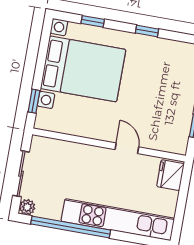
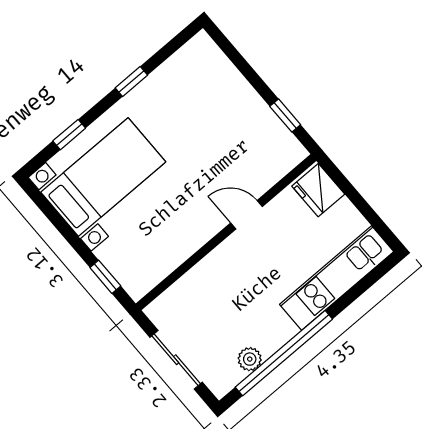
bed with nightstands: (83, 69) -> (103, 177), width x0.73
plant: (27, 207) -> (250, 359), moved
kitchen unit: (118, 220) -> (337, 278), width x0.73

